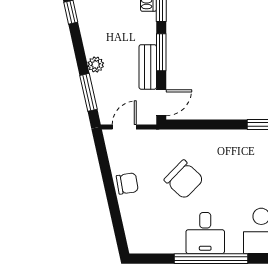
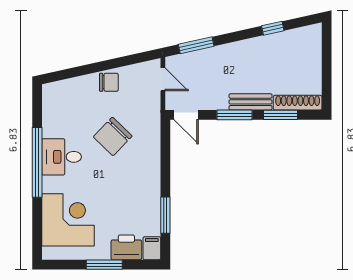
plant: (96, 65) -> (223, 52), removed
bench: (148, 67) -> (251, 102), moved
chair: (127, 183) -> (109, 82), turned -81

